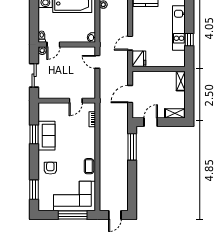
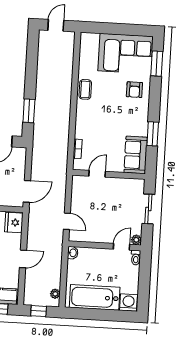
door: (130, 43) -> (23, 259), moved
door: (130, 94) -> (27, 191), moved
sofa: (46, 136) -> (136, 155), moved
window: (132, 147) -> (29, 111), width x0.69
corner sofa: (74, 196) -> (126, 54), moved
window: (73, 215) -> (110, 28), removed

